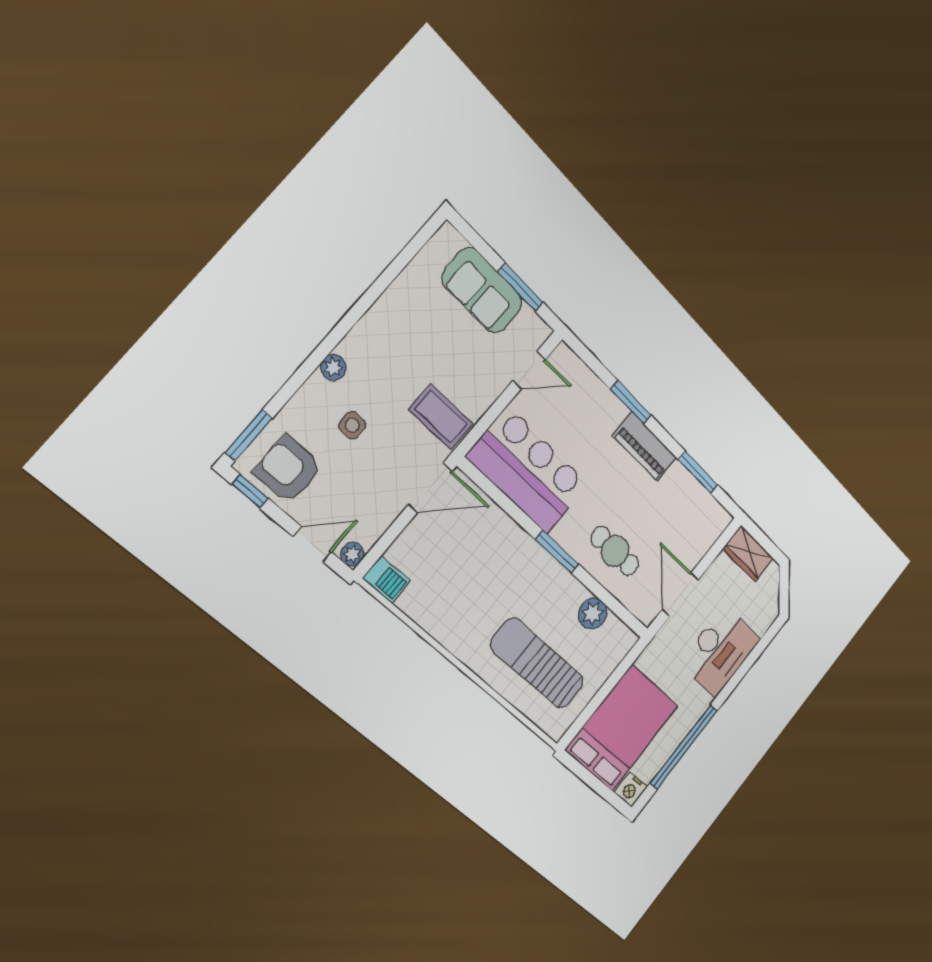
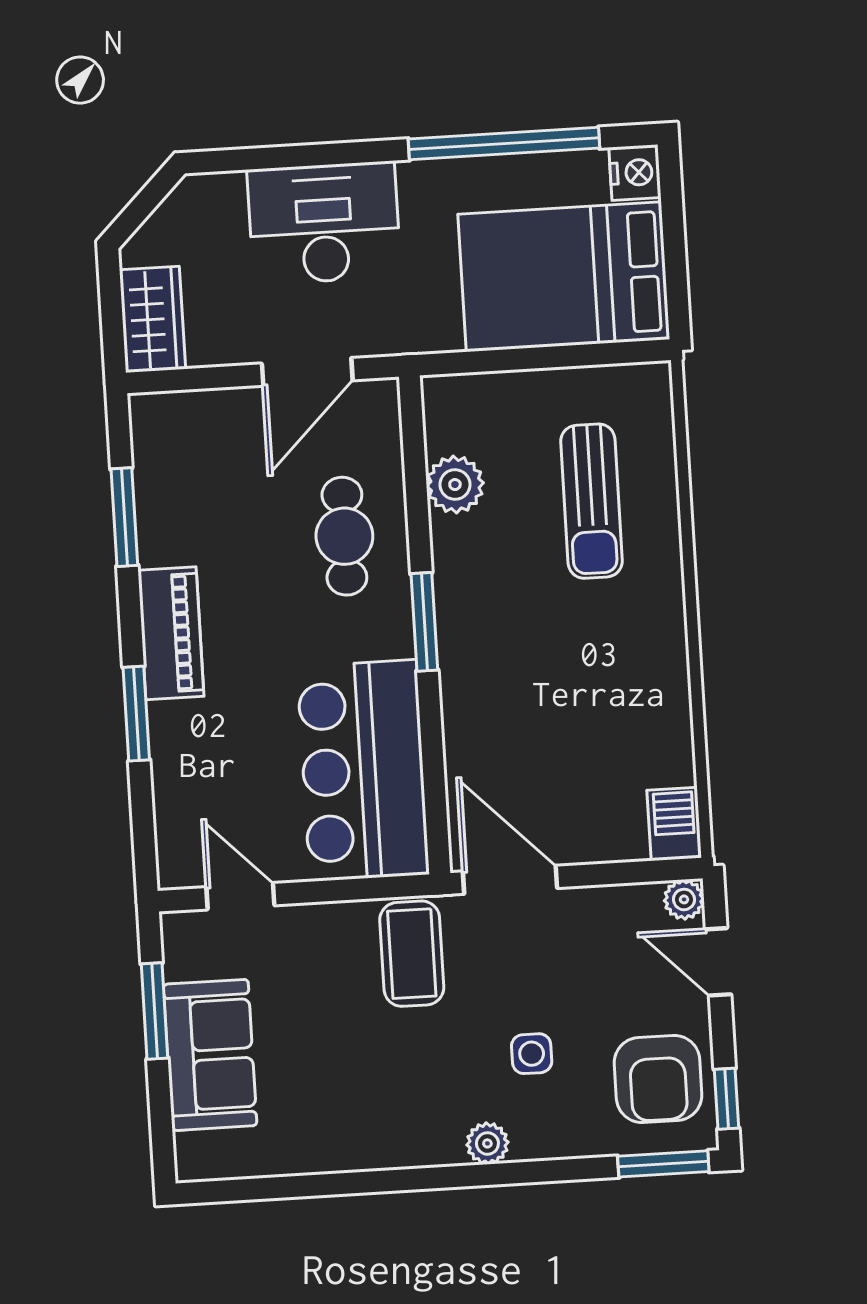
sun lounger: (537, 663) -> (592, 501), width x0.73, depth x0.75

